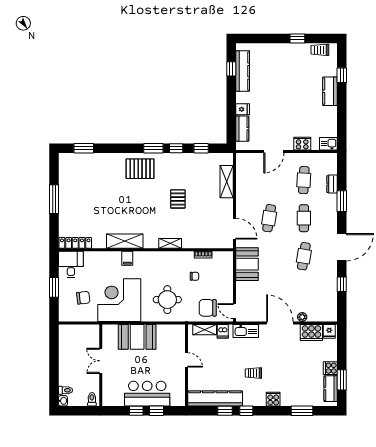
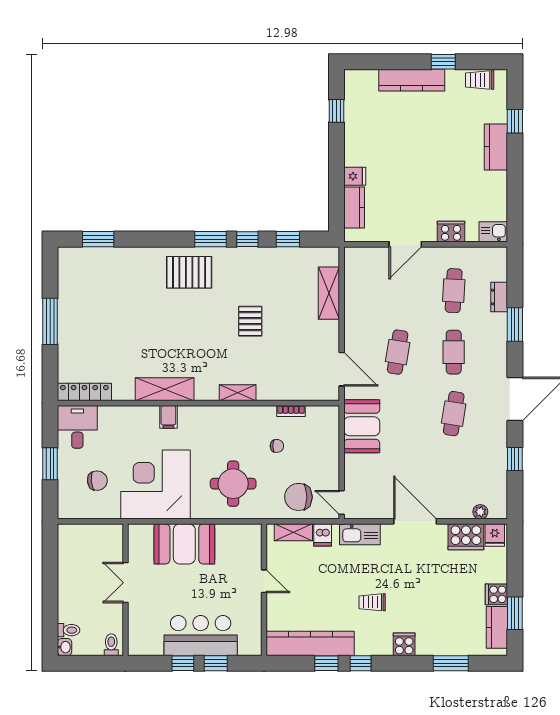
kitchen counter: (243, 71) -> (412, 80), moved, turned 90
plant: (302, 317) -> (480, 512), moved

